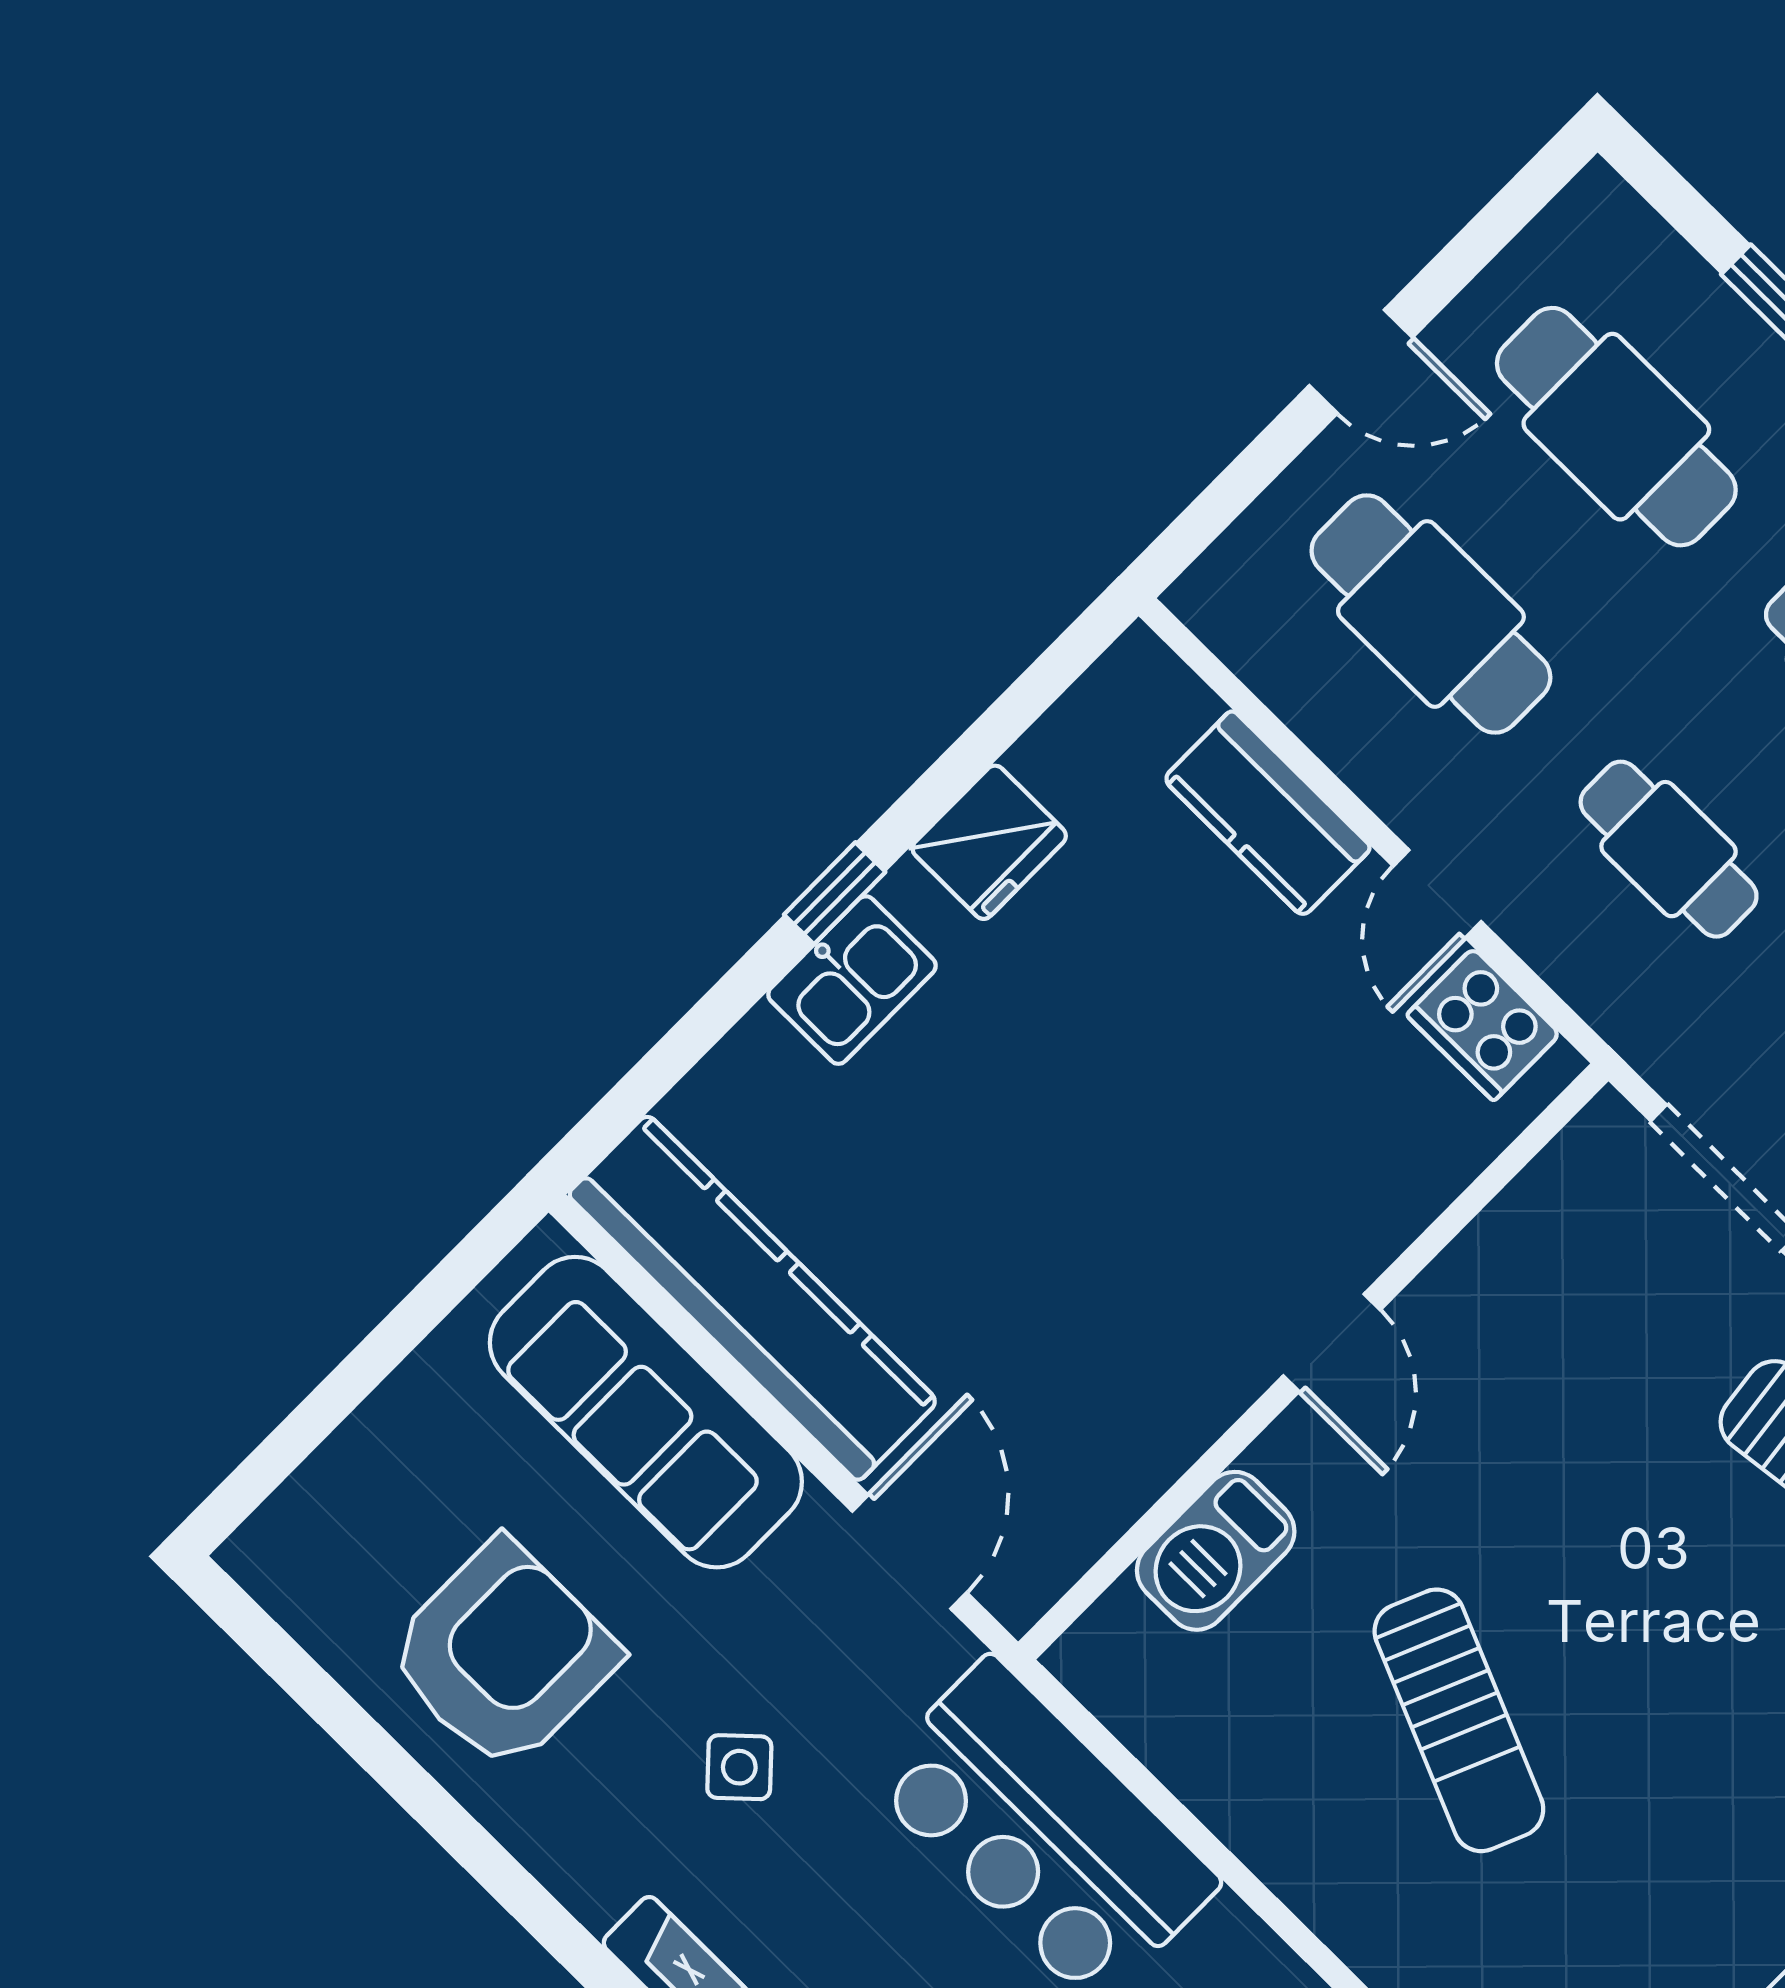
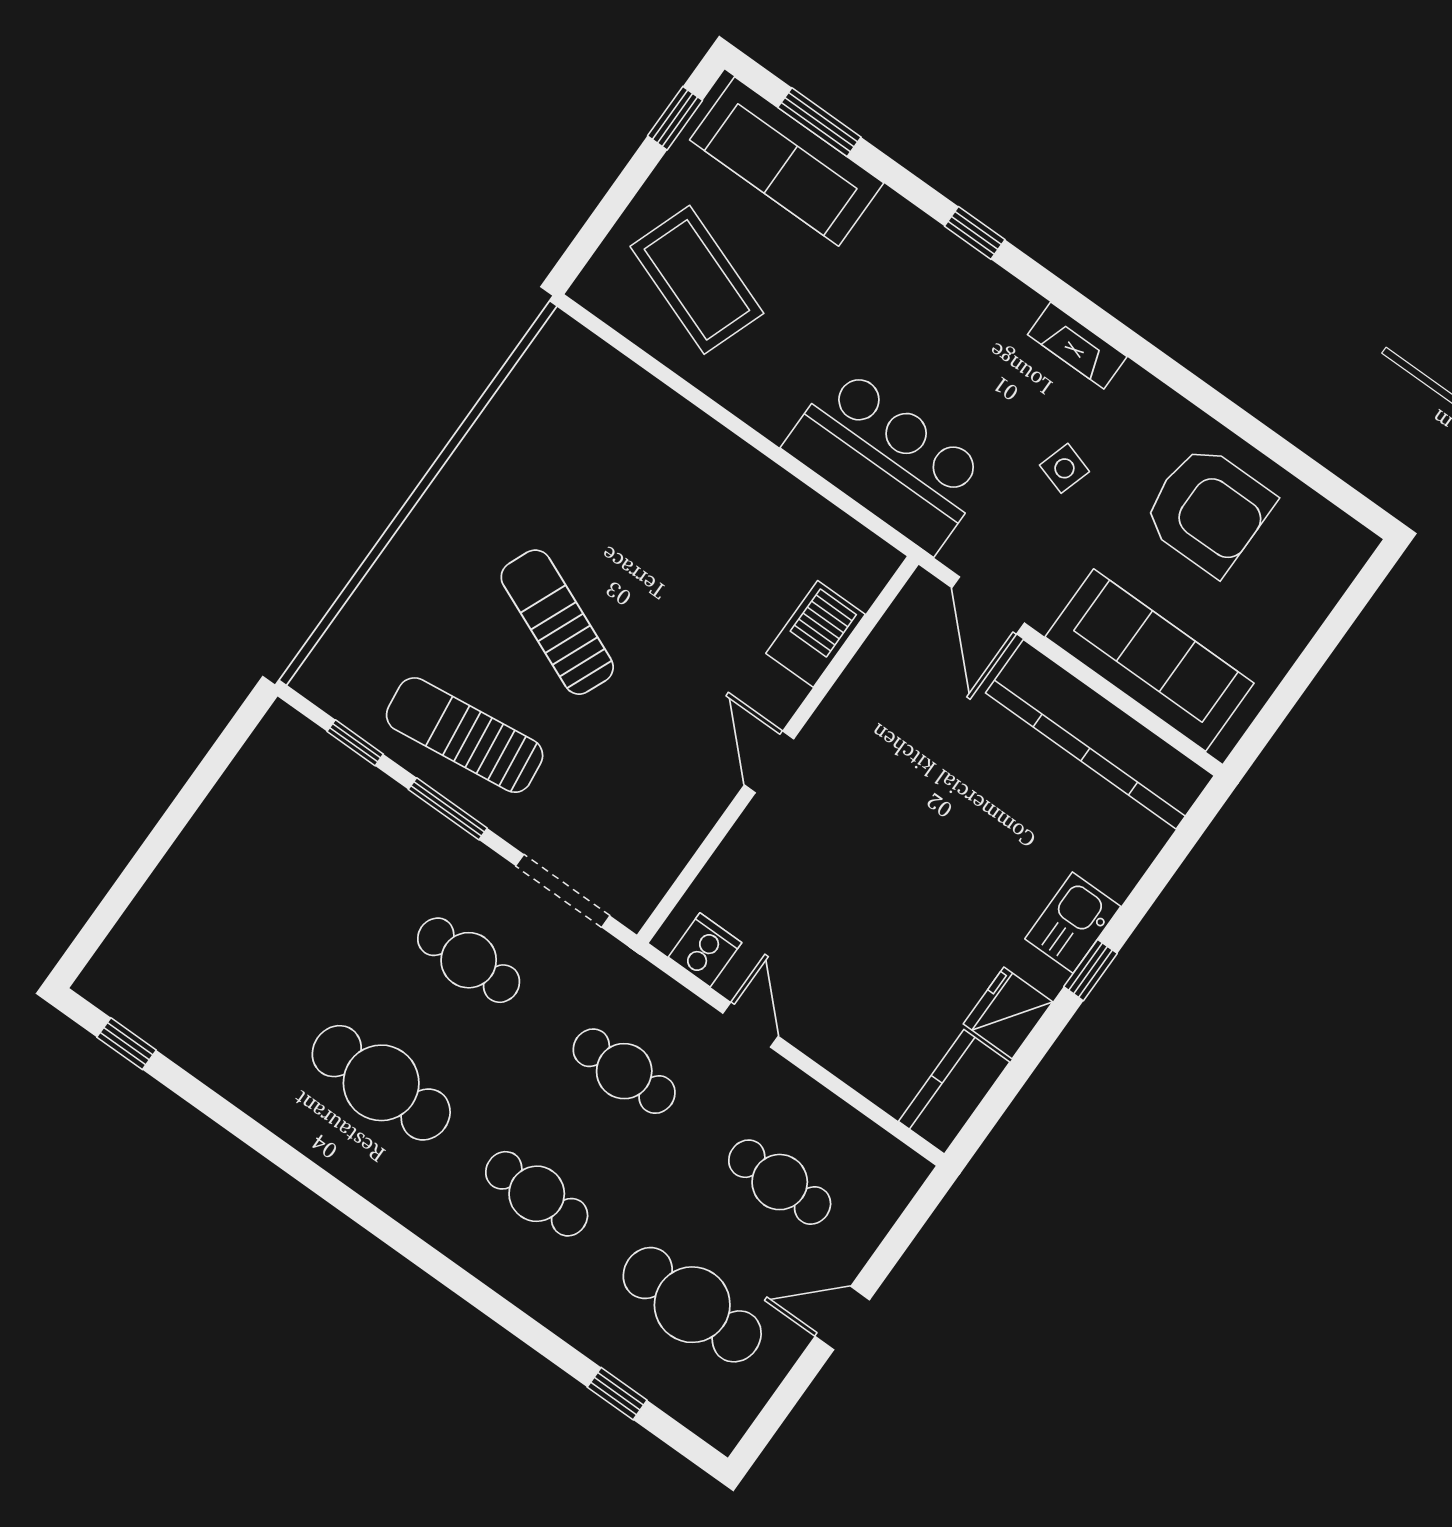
cafe table: (1431, 614) -> (780, 1182), width x0.73, depth x0.74
kitchen counter: (1267, 813) -> (954, 1092), moved, turned -90
cooker: (1483, 1024) -> (705, 950), width x0.73
armchair: (503, 1655) -> (1208, 510), turned -90
sun lounger: (1459, 1720) -> (557, 622), moved
side table: (739, 1767) -> (1064, 468), turned -30

